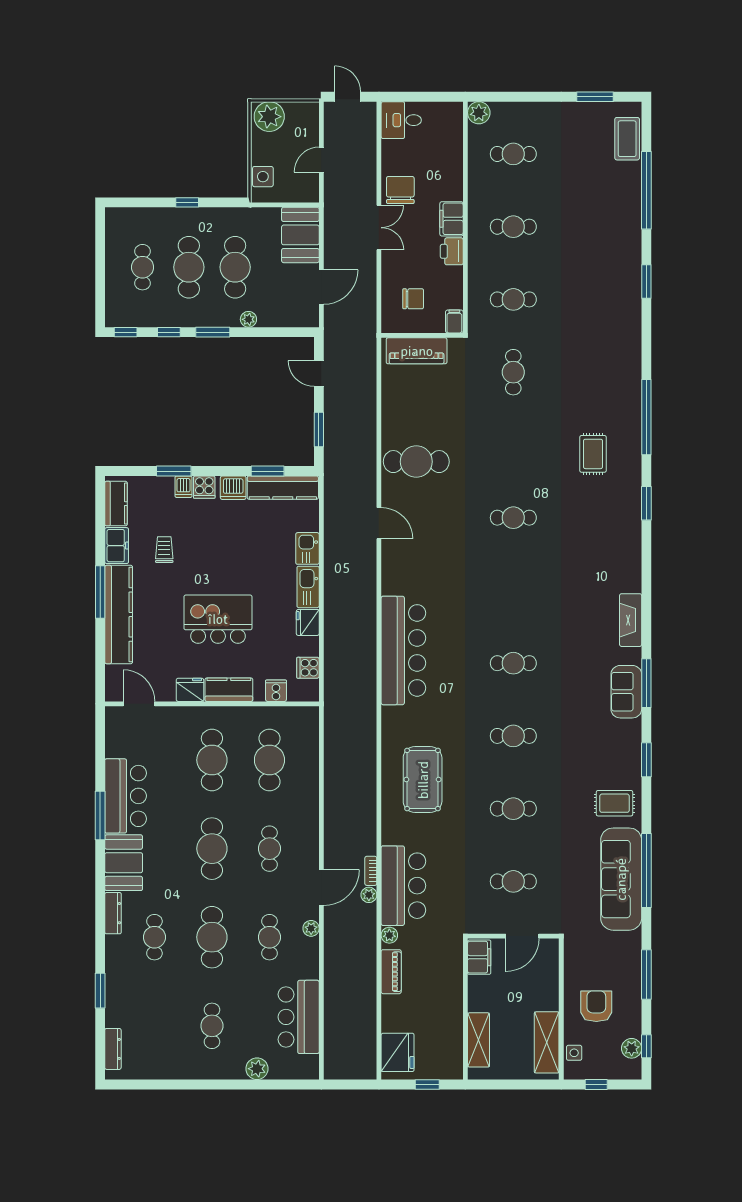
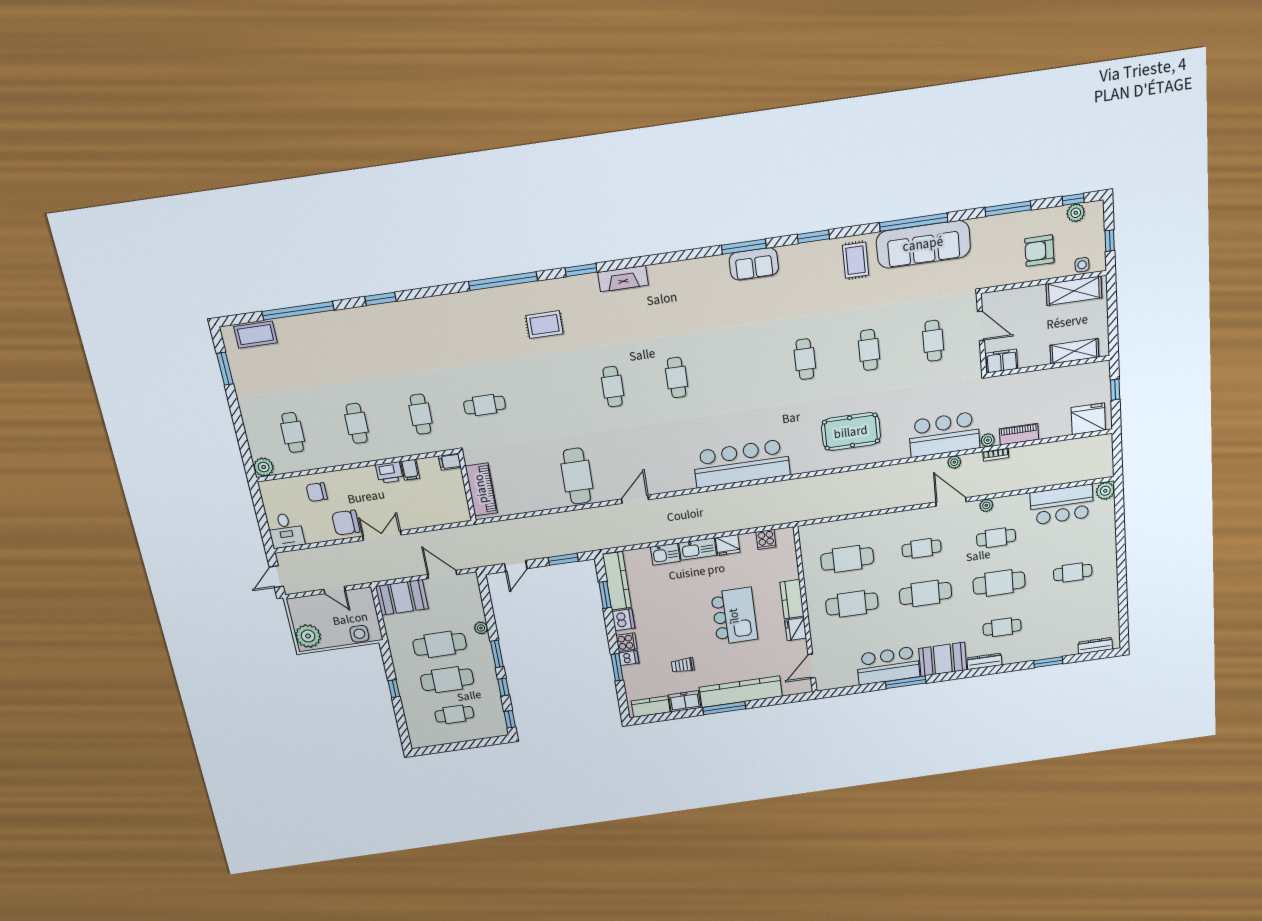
filing cabinet: (452, 219) -> (410, 470), moved, width x0.50
chair: (413, 299) -> (317, 492), moved, turned -90
kitchen island: (218, 619) -> (734, 616), turned 180
fireplace: (631, 620) -> (623, 279), moved
cafe table: (513, 663) -> (677, 378), moved
cooker: (276, 691) -> (788, 562), removed
bookcase: (371, 871) -> (996, 455), moved
plant: (257, 1069) -> (1105, 491), moved

